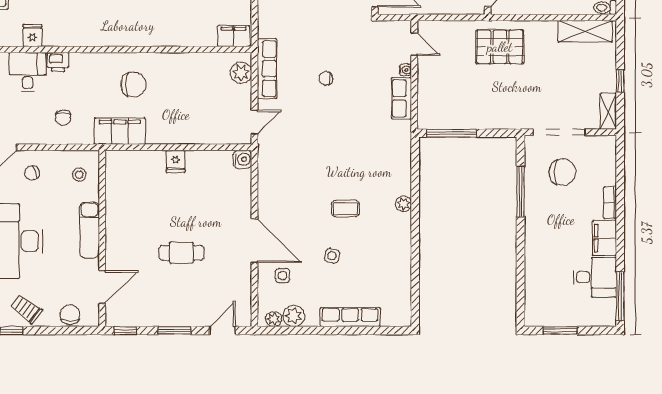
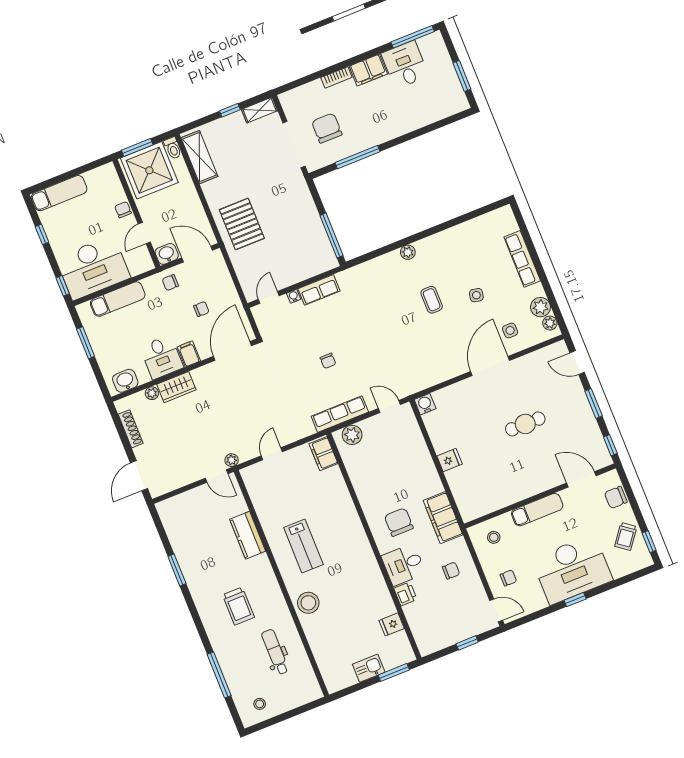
desk: (28, 72) -> (403, 565), moved
chair: (32, 173) -> (508, 578), turned -71
cafe table: (181, 253) -> (525, 424), turned 90

